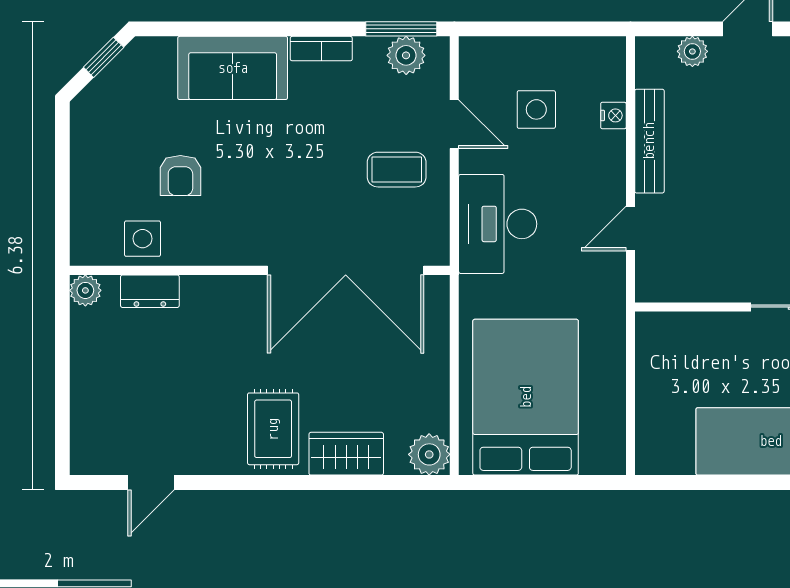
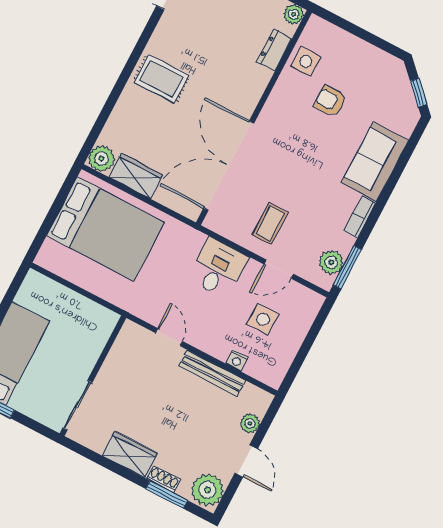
desk: (498, 224) -> (218, 268), width x0.73
wardrobe: (346, 454) -> (136, 176), moved, turned -90

